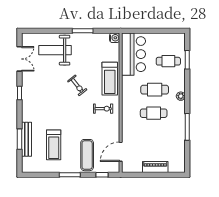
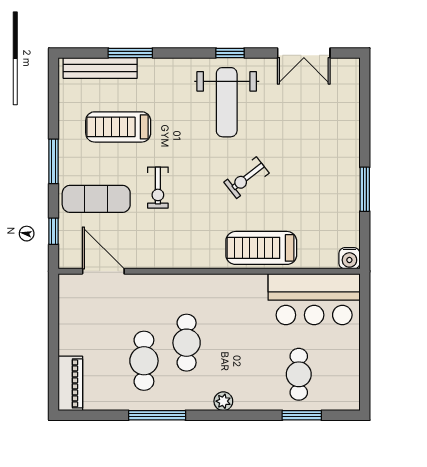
weight bench: (55, 50) -> (227, 102), moved, turned 180
cafe table: (155, 90) -> (144, 361), moved
exercise bike: (103, 109) -> (158, 188), moved
bench: (26, 139) -> (100, 68), moved
piano: (155, 167) -> (70, 383), moved

